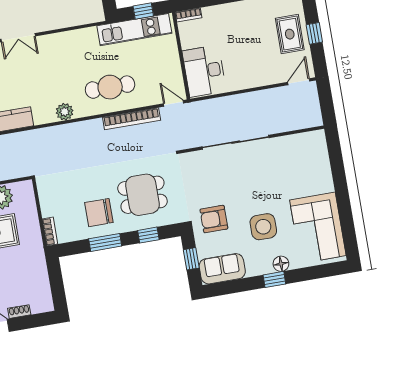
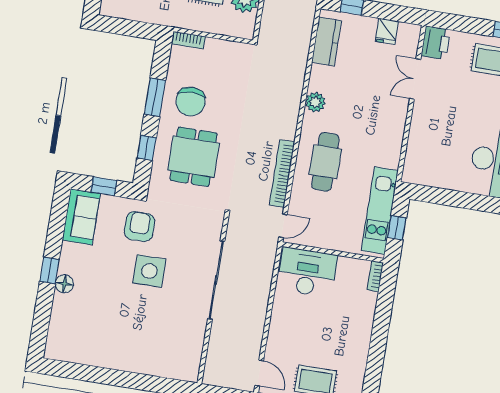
chair: (99, 213) -> (191, 102), turned 180
side table: (263, 227) -> (149, 271), moved
corner sofa: (318, 228) -> (90, 338), removed

